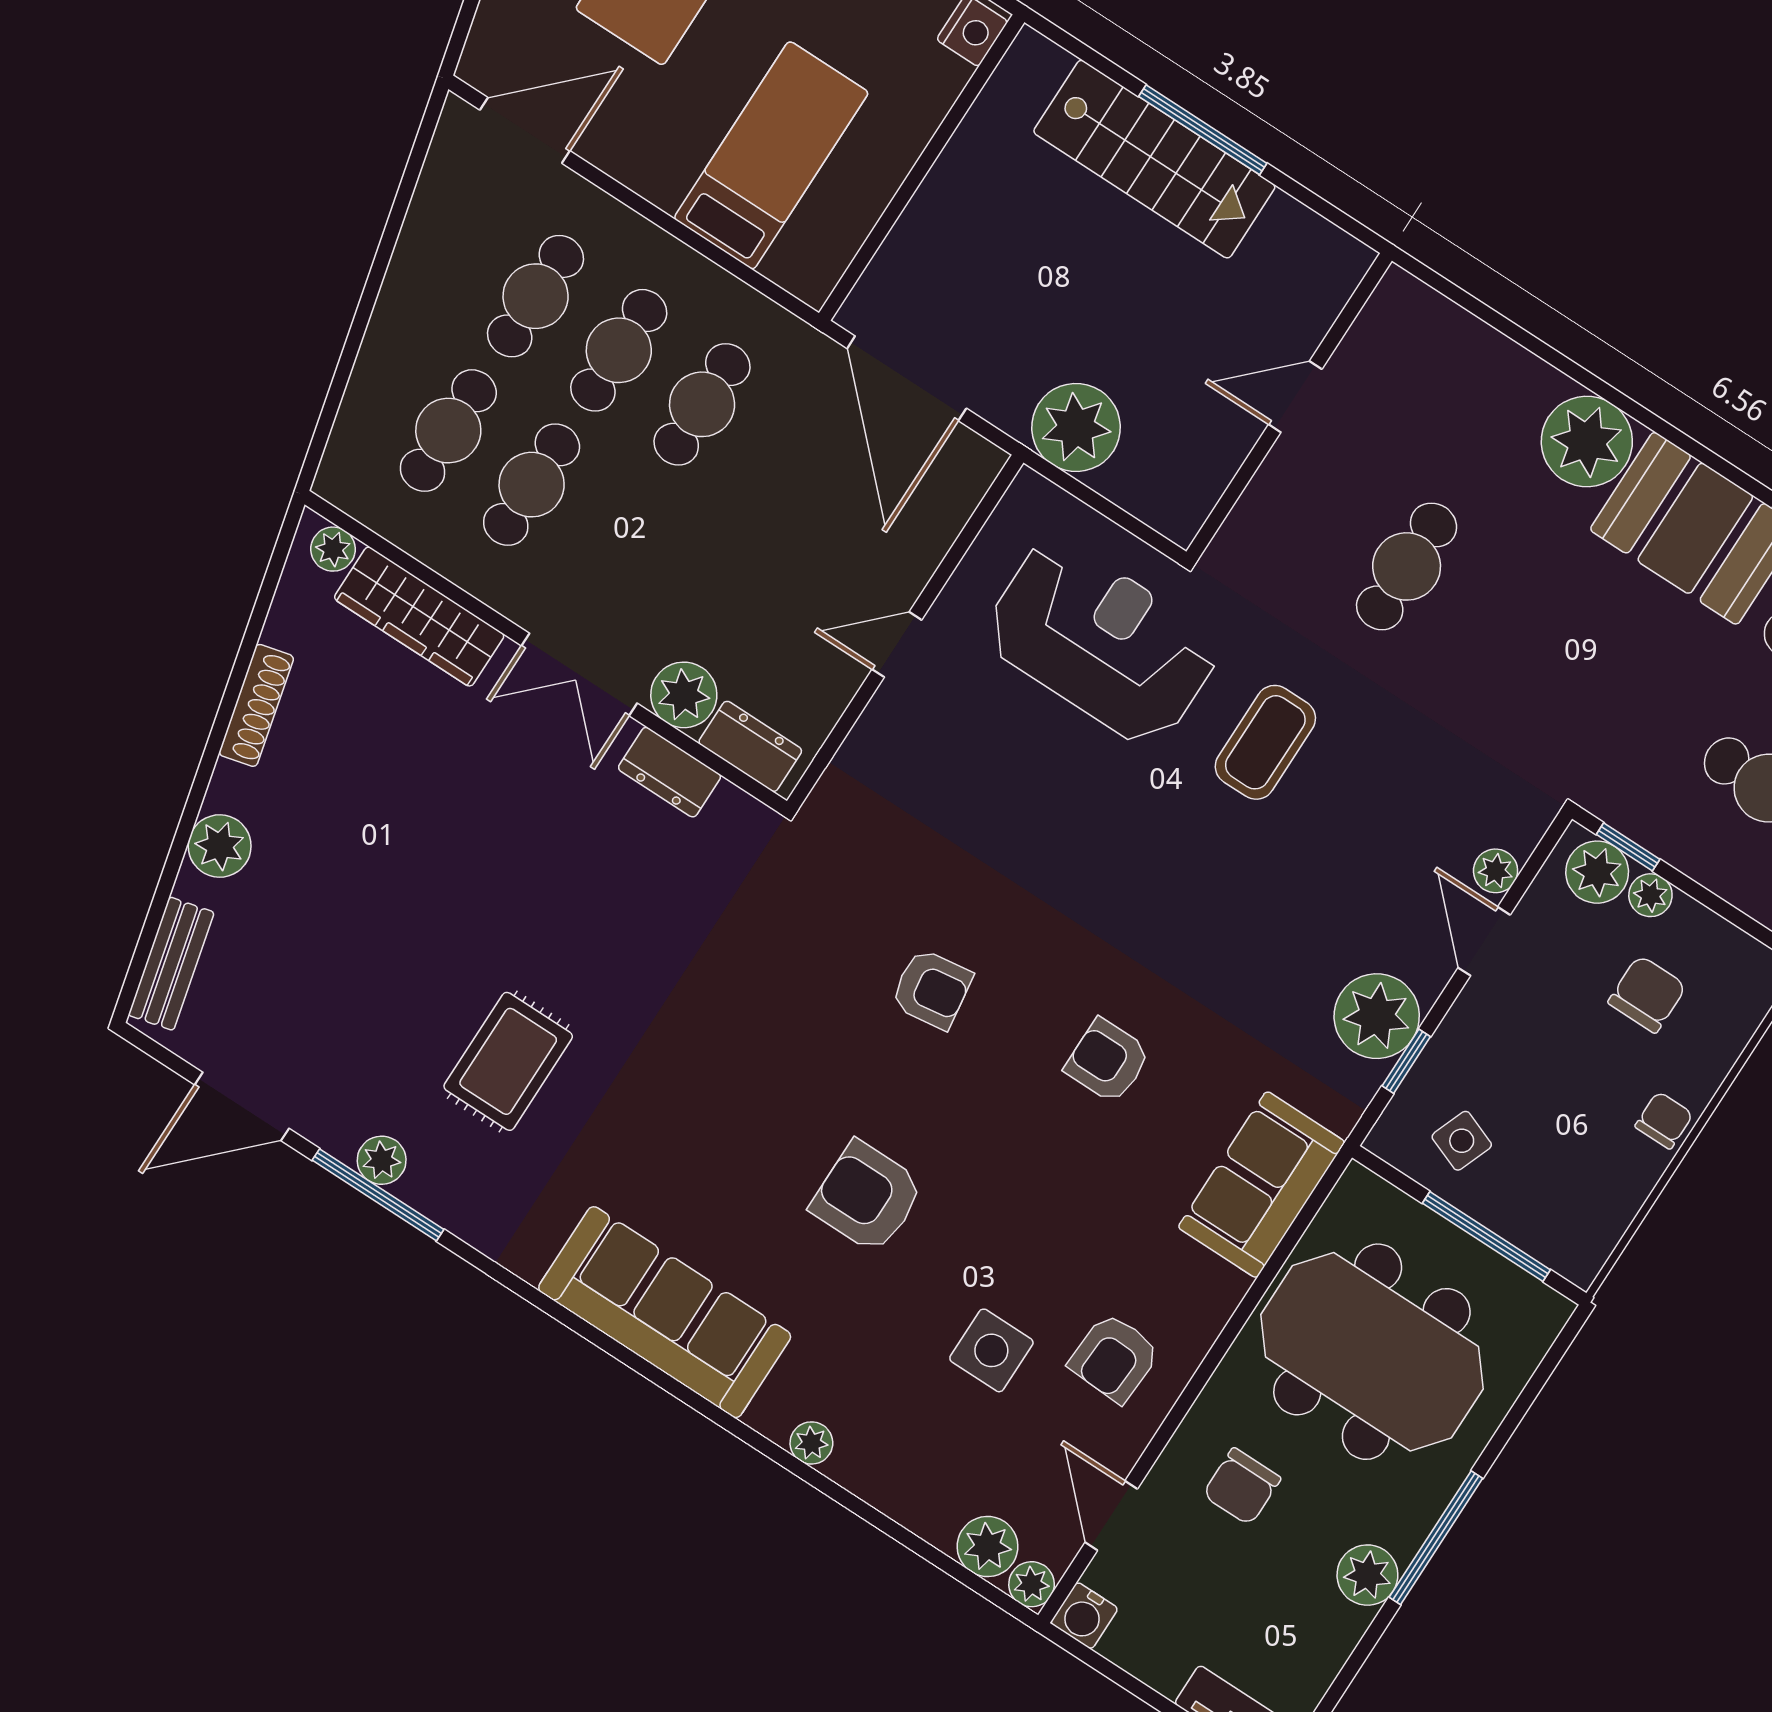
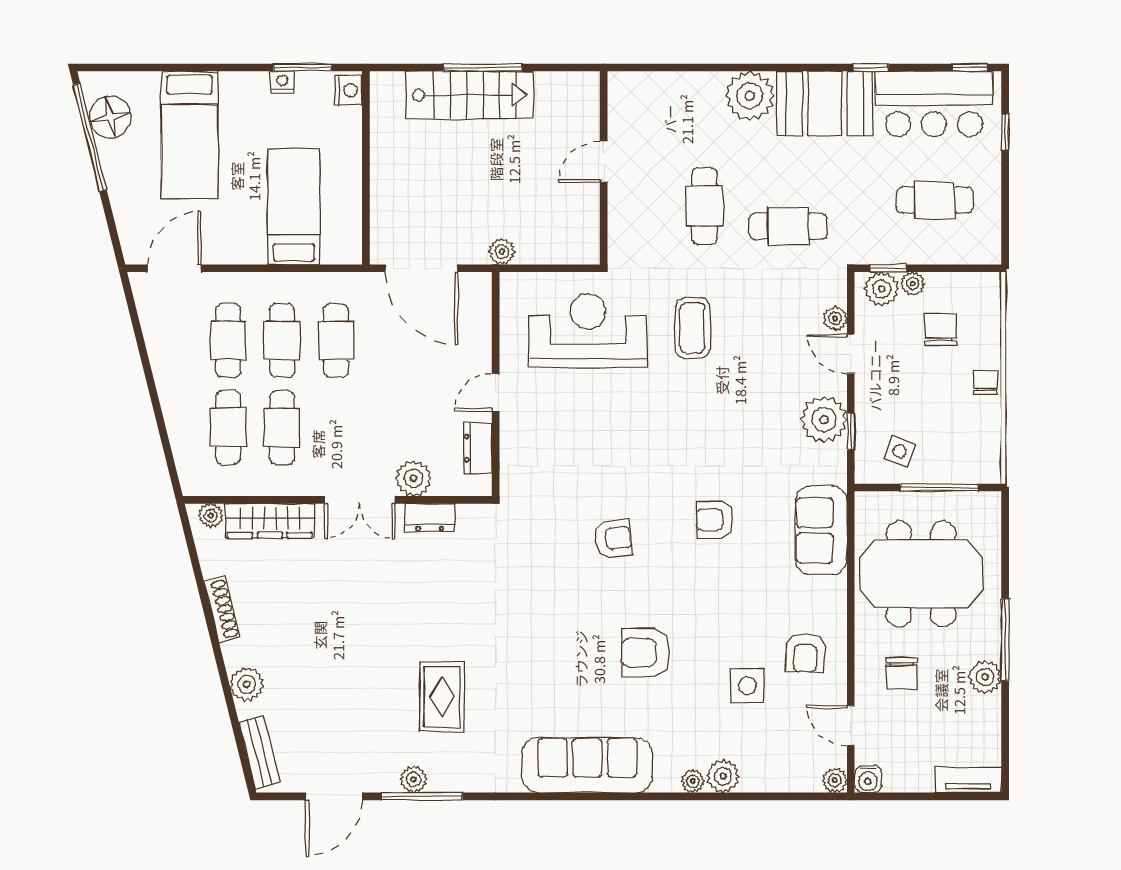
plant: (1076, 427) -> (502, 252), width x0.53, depth x0.53
cafe table: (1515, 681) -> (788, 226), added
dresser: (750, 746) -> (478, 448), moved, turned -90
plant: (988, 1547) -> (723, 776), moved

